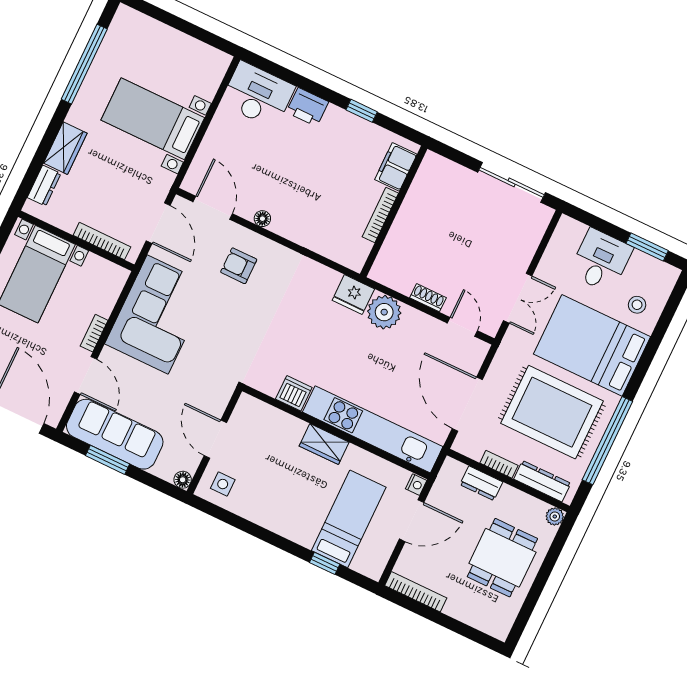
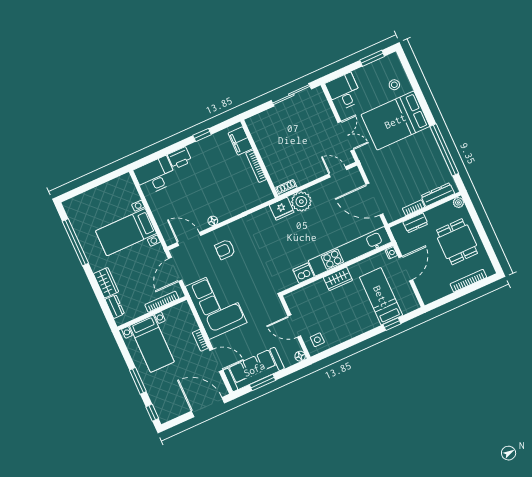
door: (158, 223) -> (175, 269), swing flipped
desk: (601, 261) -> (344, 92), moved
shoe rack: (428, 298) -> (286, 188), moved
rug: (552, 412) -> (410, 164), removed
bookcase: (416, 592) -> (468, 281), moved

